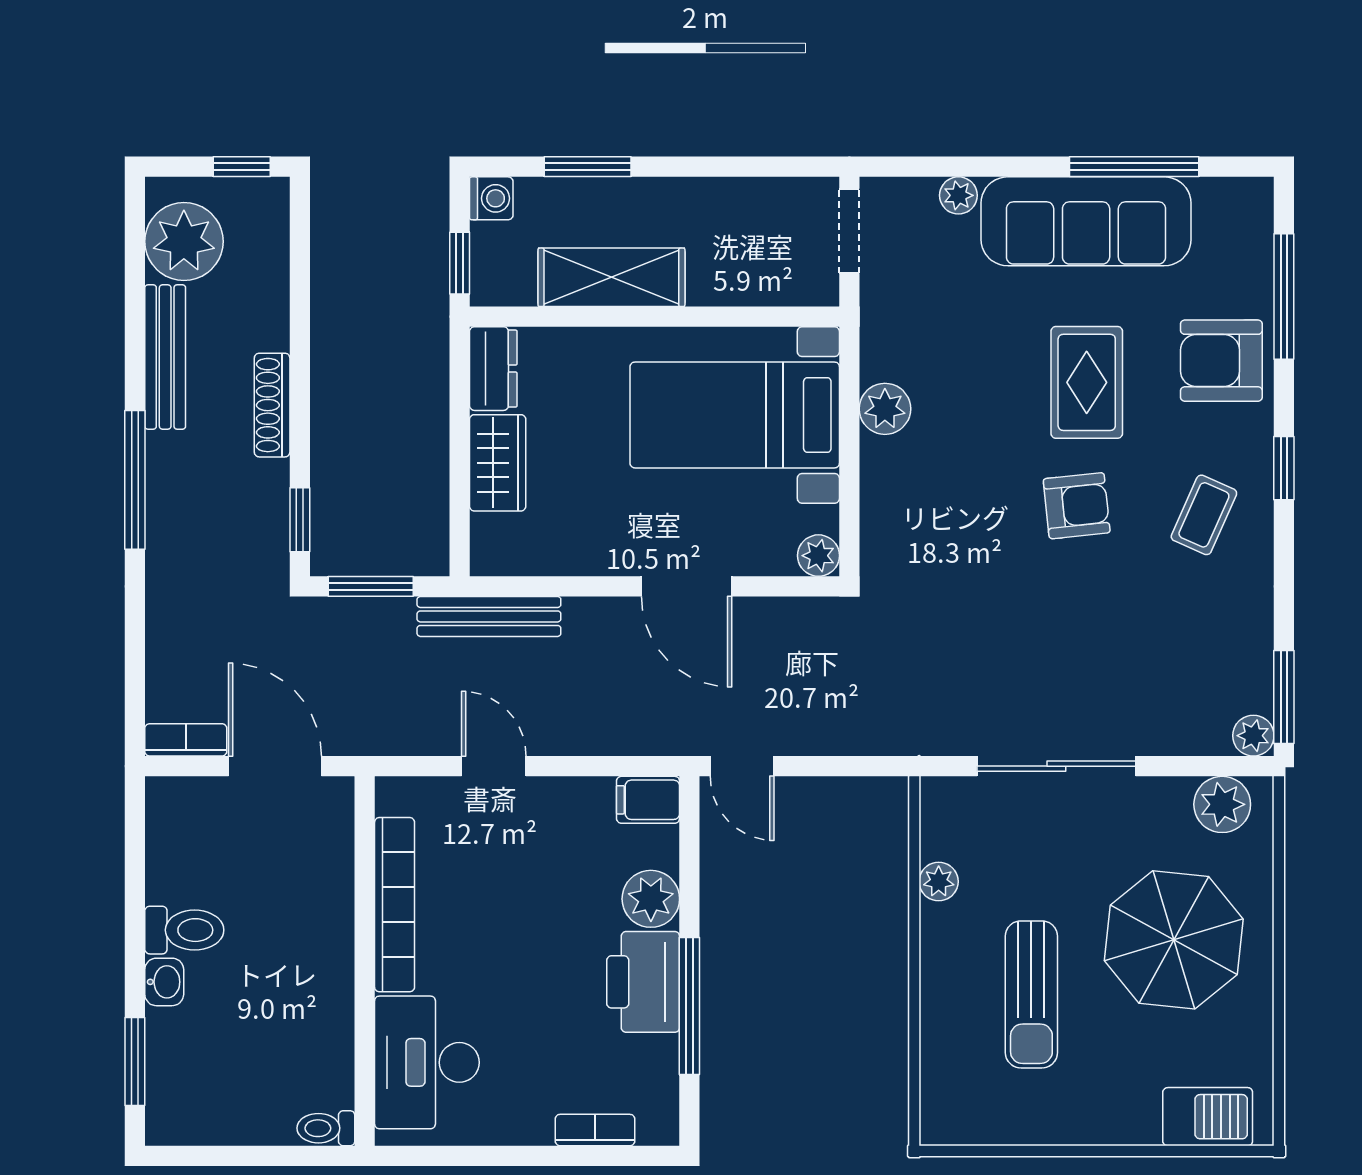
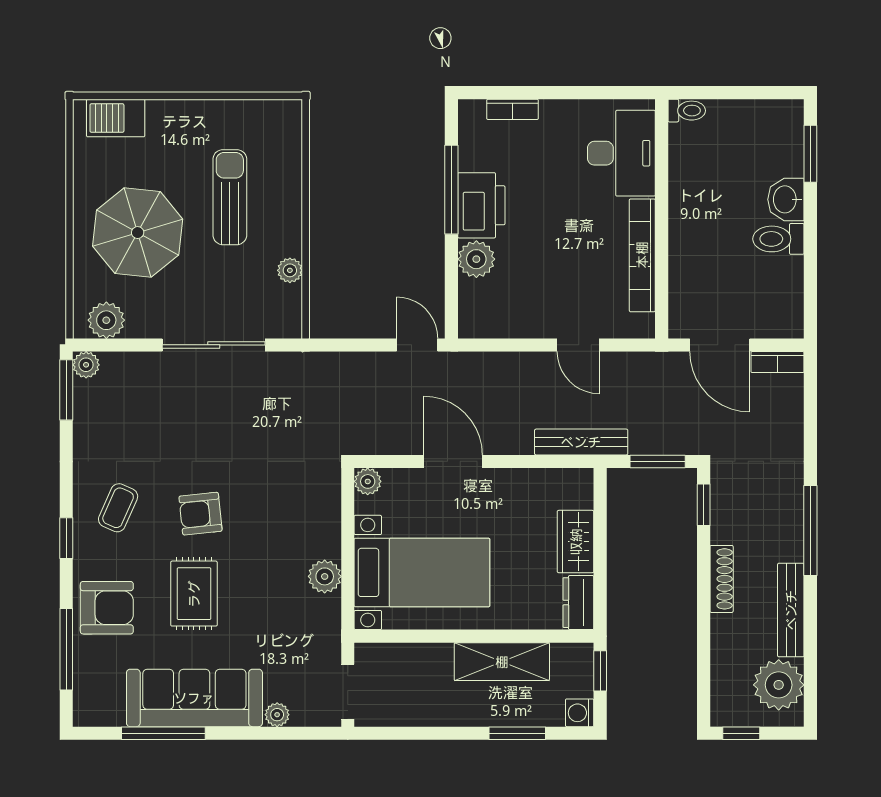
filing cabinet: (648, 800) -> (478, 323), removed
washbasin: (164, 982) -> (786, 199), width x1.38, depth x1.45

